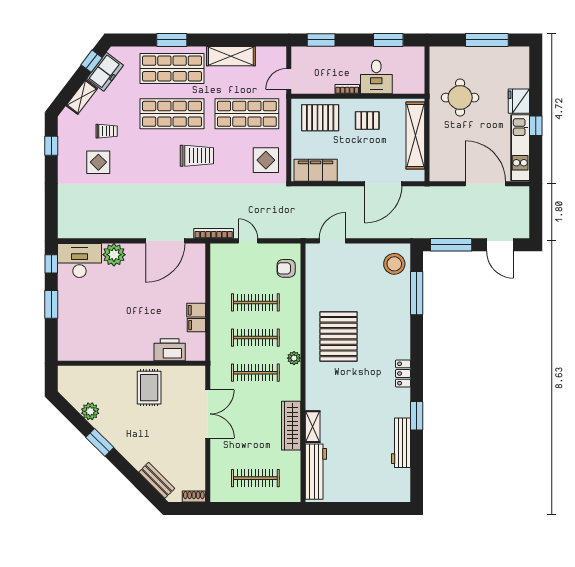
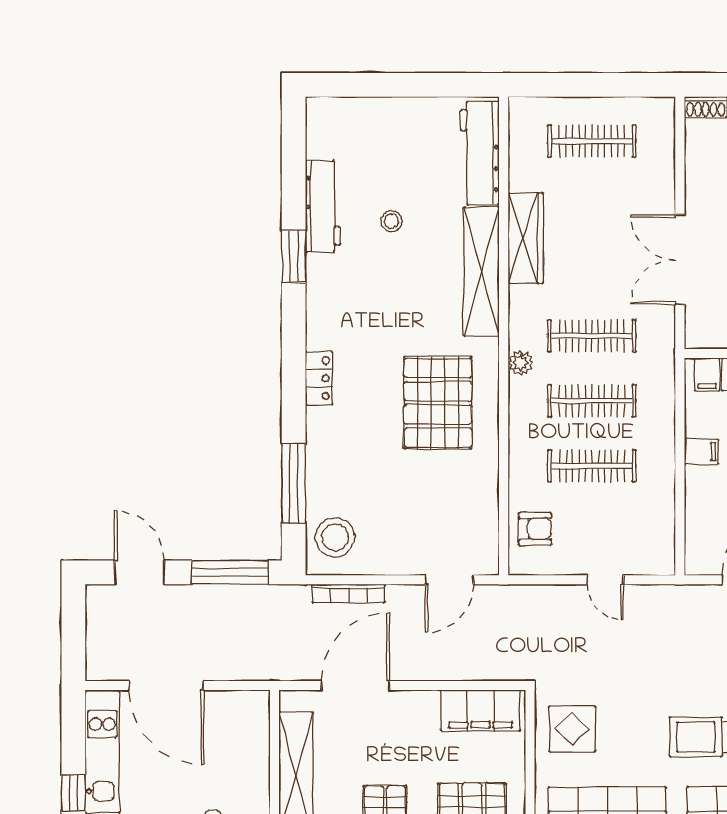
bookcase: (214, 233) -> (348, 593), moved
filing cabinet: (196, 325) -> (707, 375), moved, turned 90
locker: (403, 374) -> (319, 378), moved
shelving: (313, 427) -> (482, 272), width x2.20, depth x1.33
stool: (364, 435) -> (391, 221), added

